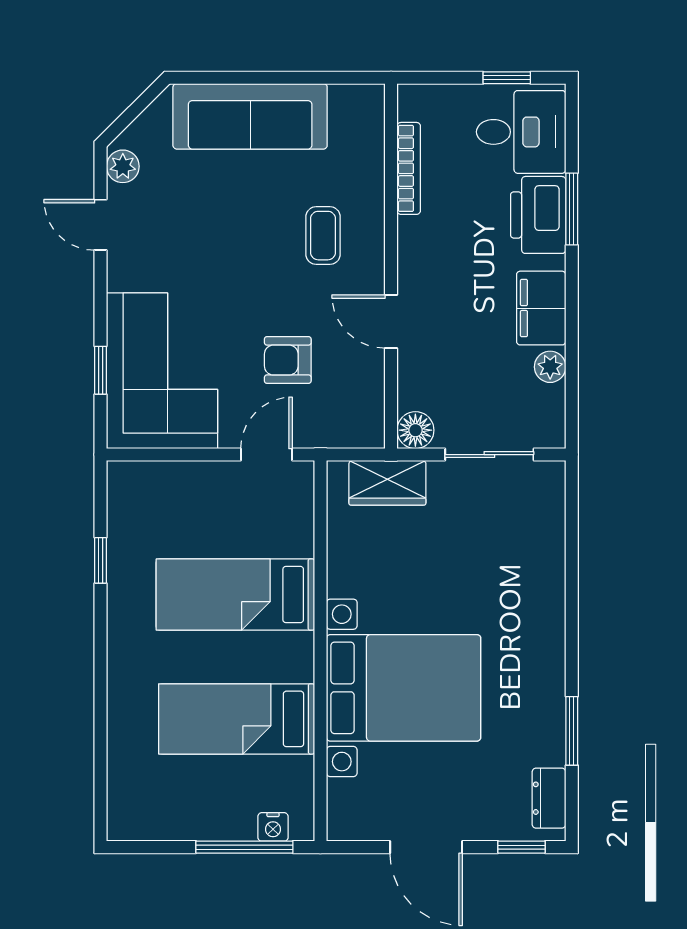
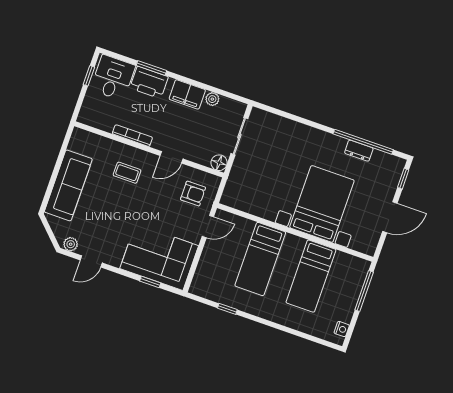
bookcase: (409, 168) -> (132, 136), moved
armchair: (288, 360) -> (193, 194), moved, turned -90
door: (267, 455) -> (208, 227), swing flipped
wardrobe: (387, 483) -> (236, 182), removed
window: (572, 731) -> (363, 142), width x2.11
dresser: (549, 798) -> (359, 151), moved
nightstand: (273, 827) -> (342, 329), moved

